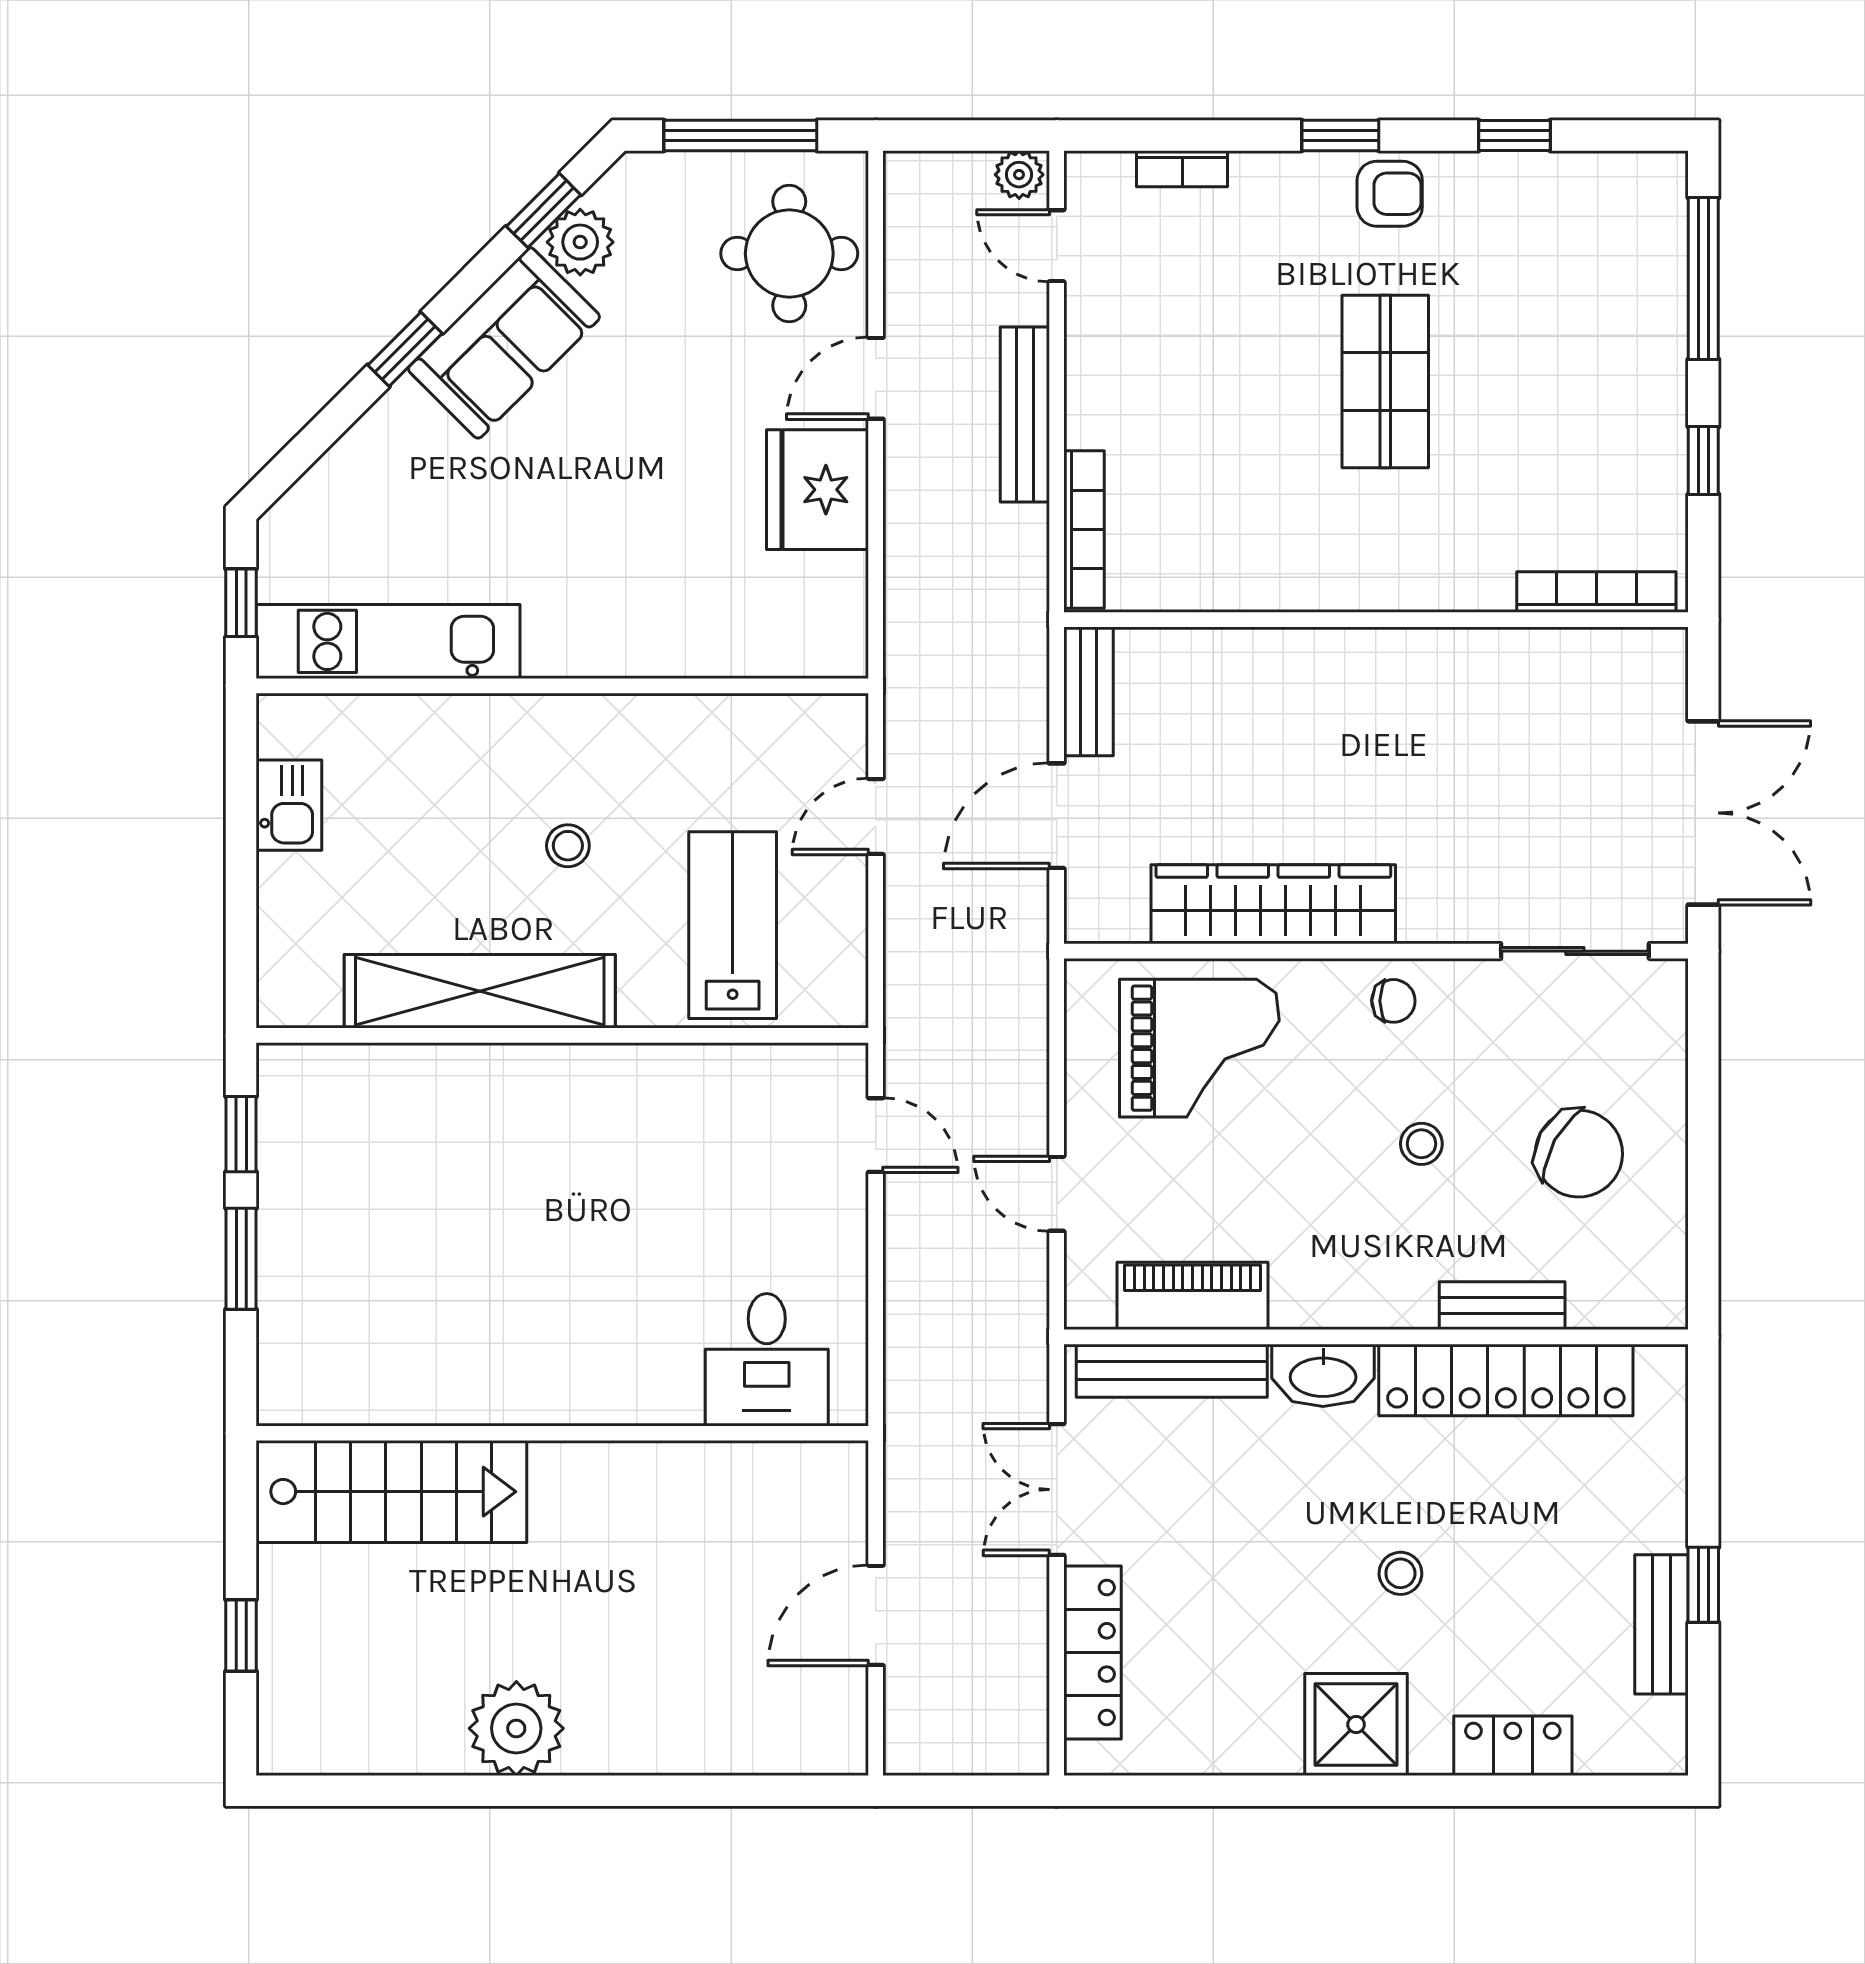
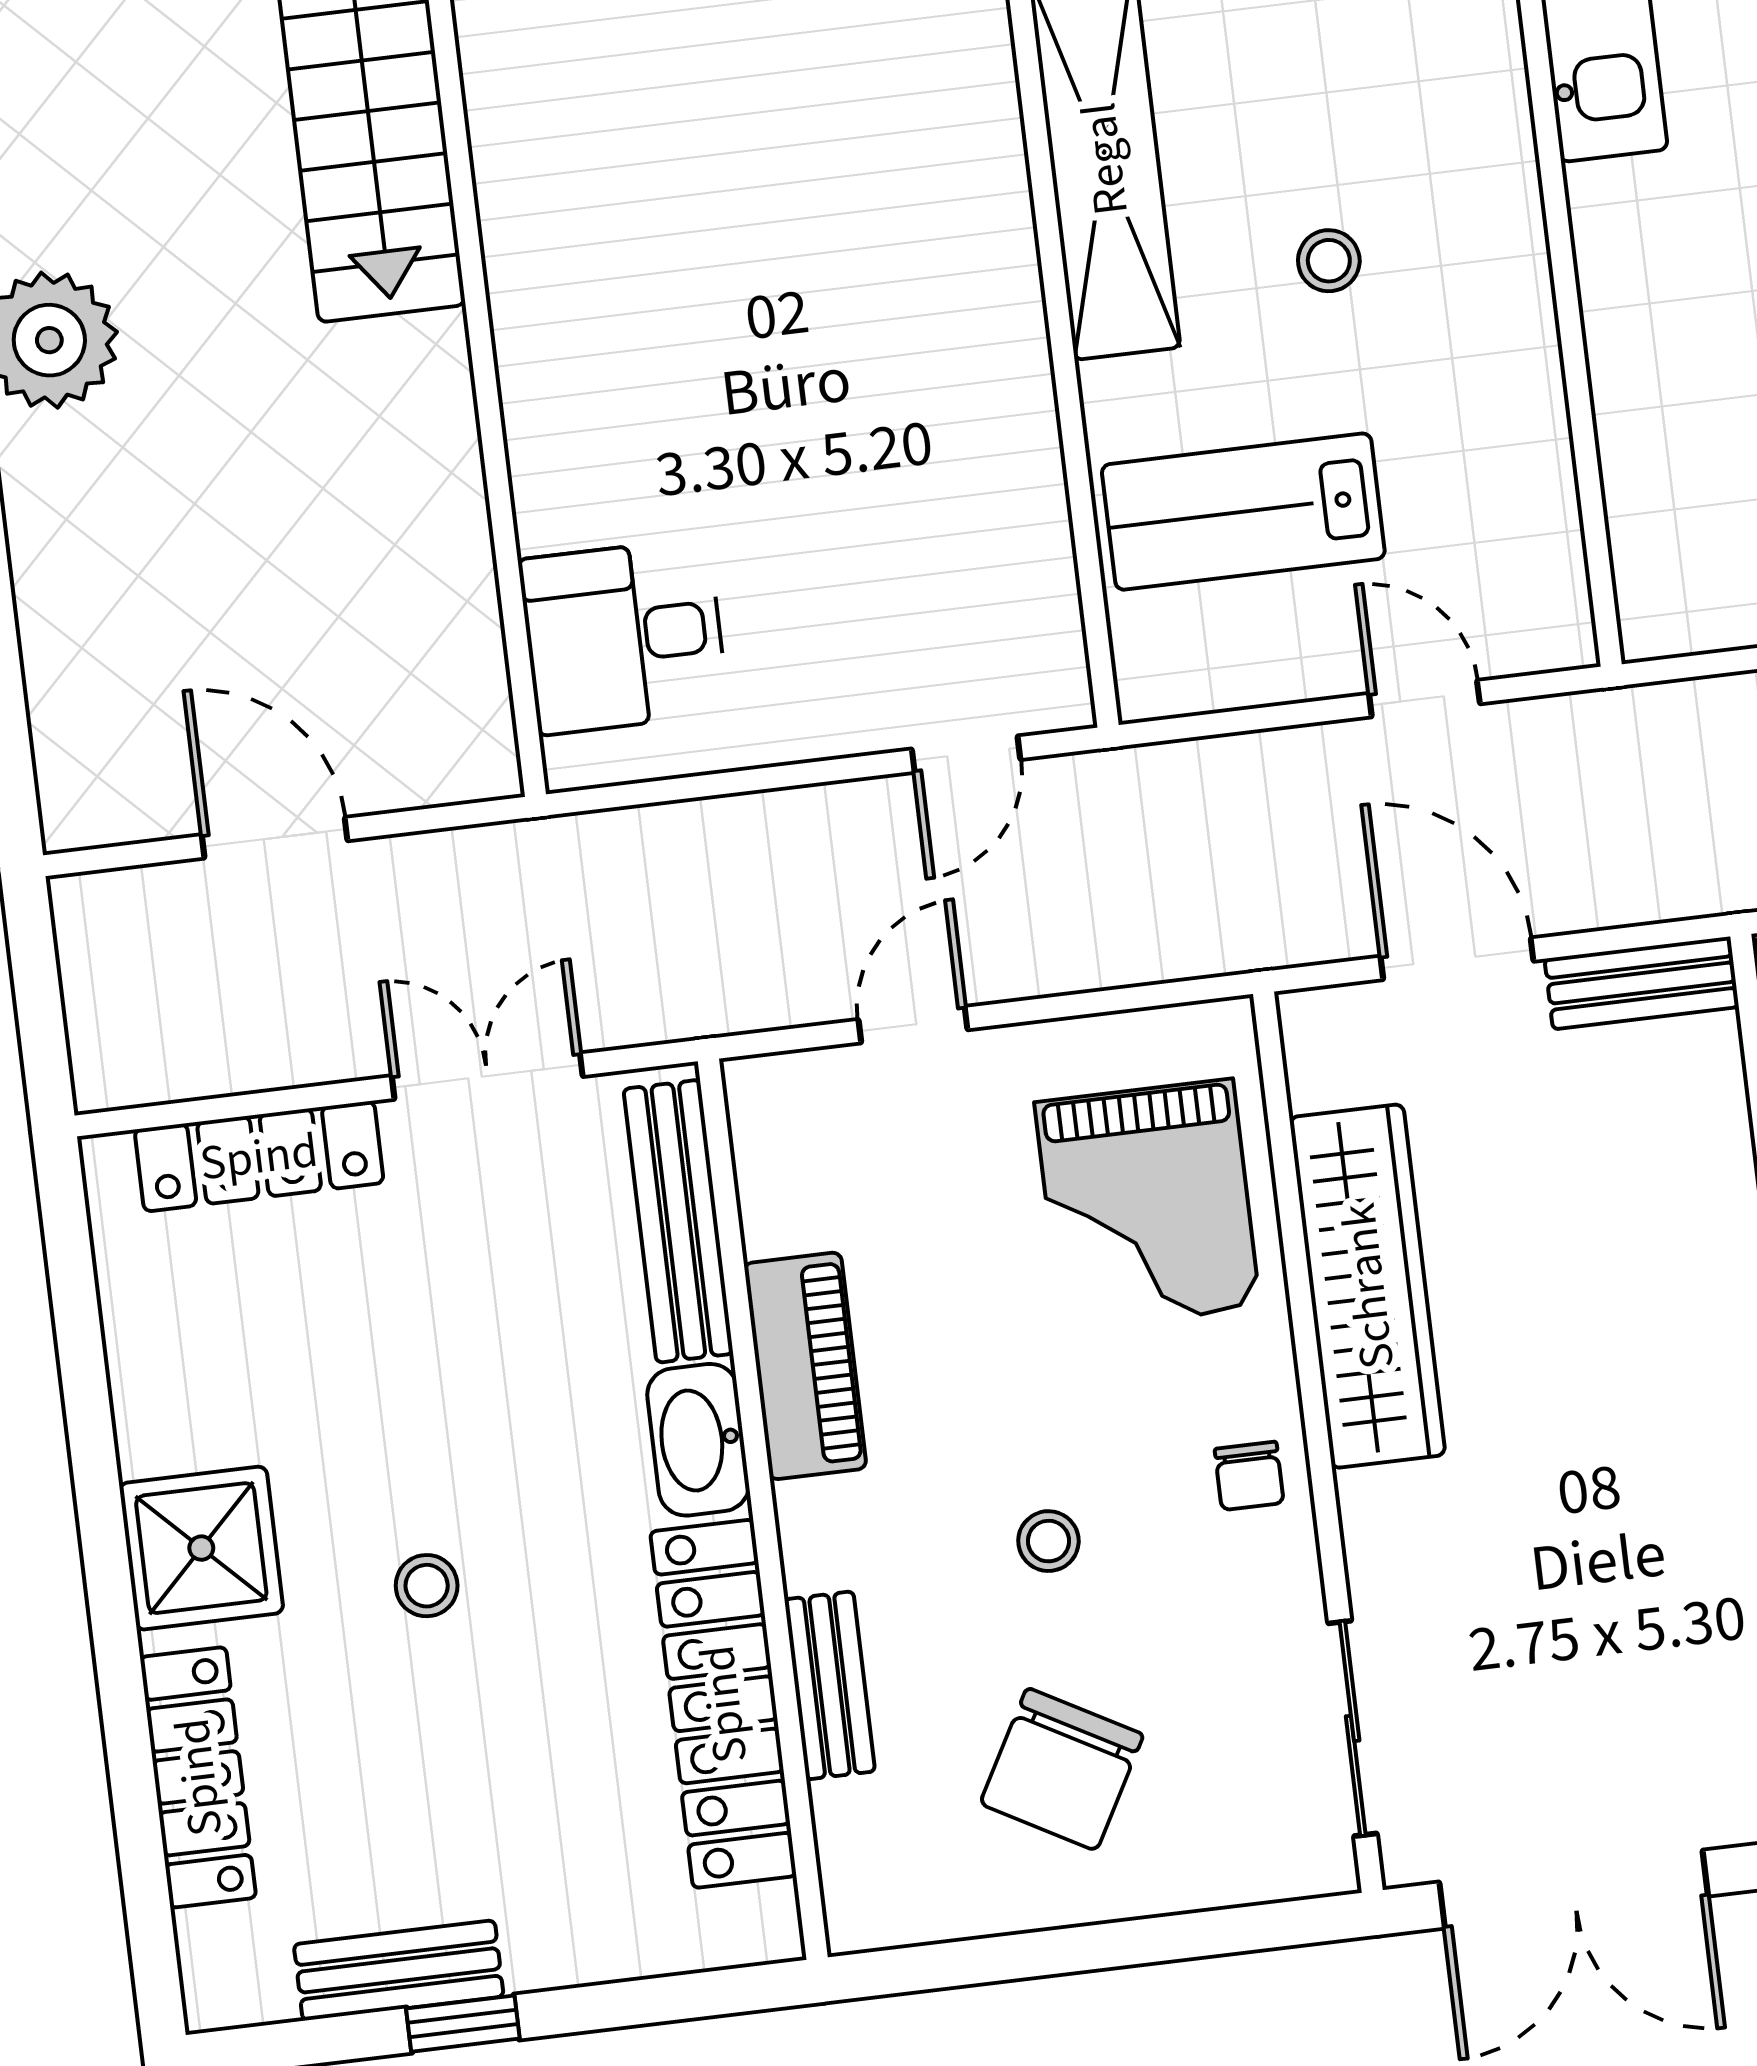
lab bench: (733, 925) -> (1243, 512), turned 180
piano: (1192, 1296) -> (805, 1366), moved
locker: (1513, 1746) -> (198, 1777), width x1.53

